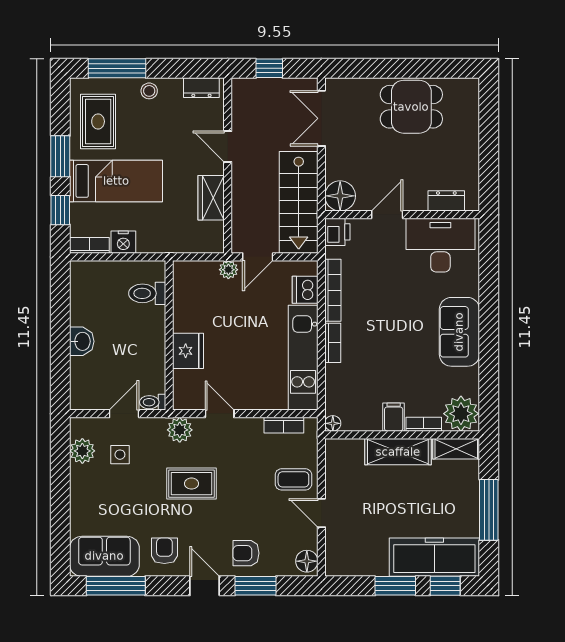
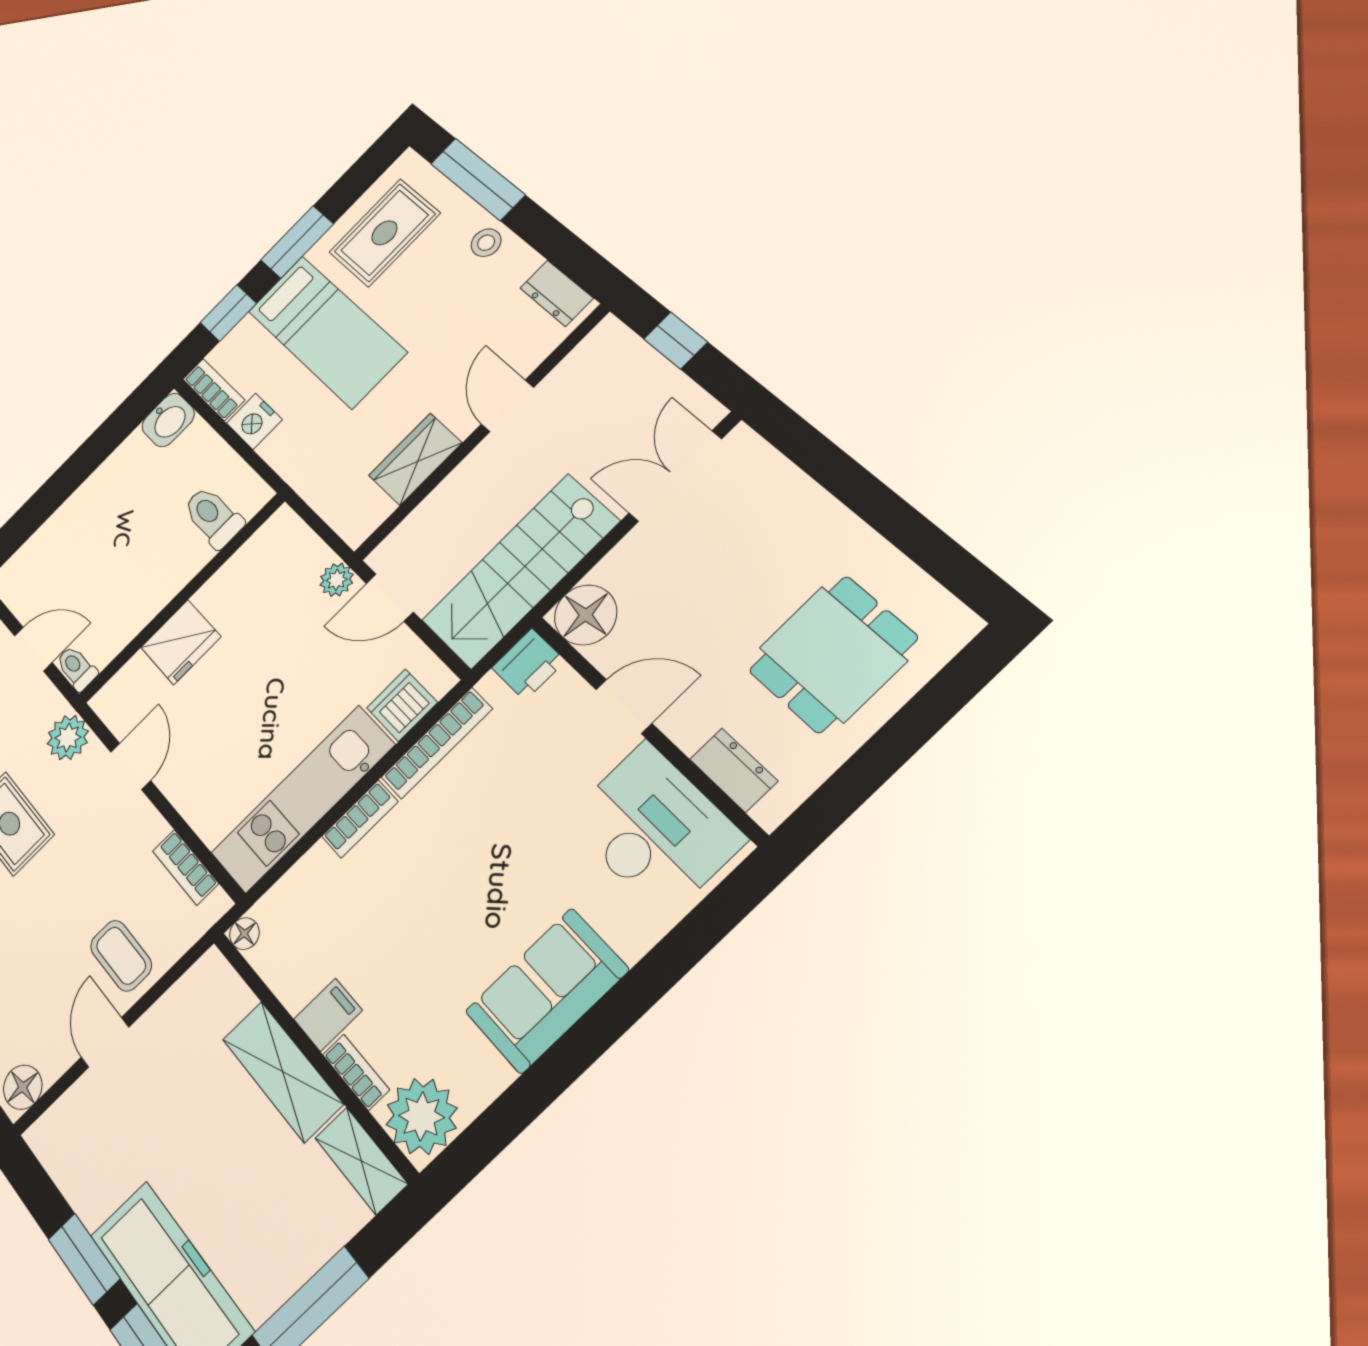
dining table: (411, 107) -> (833, 654), moved, turned 90
washbasin: (82, 341) -> (168, 420), moved

